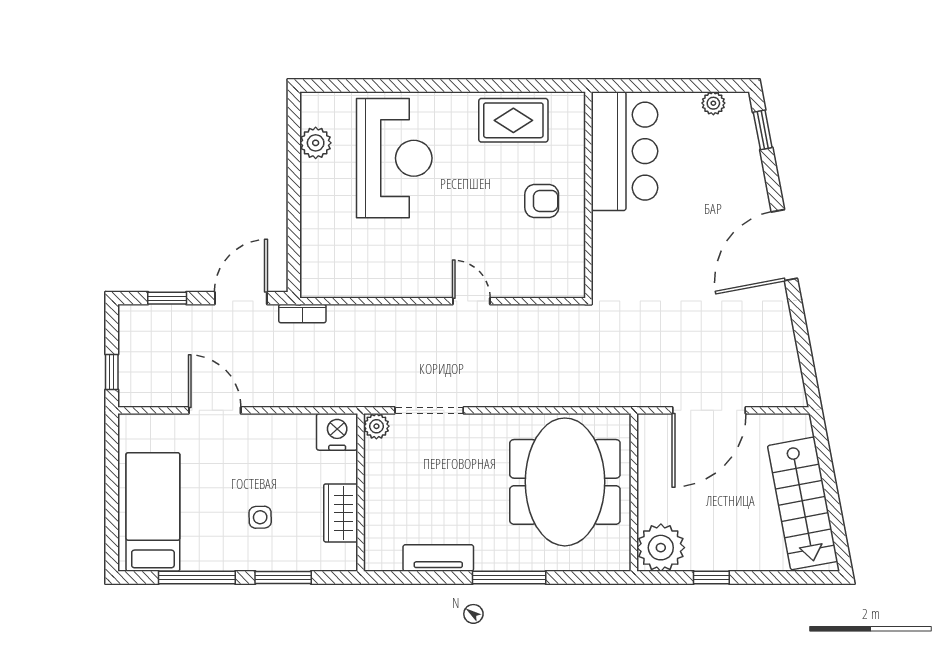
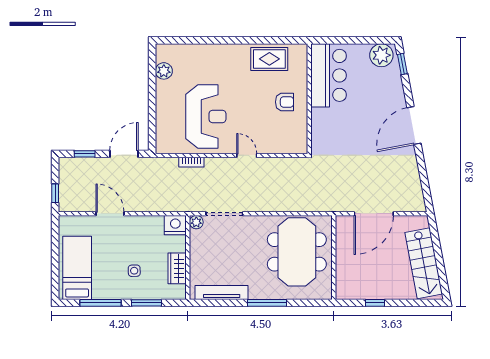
plant: (713, 103) -> (381, 55), width x1.88, depth x1.88
reception desk: (394, 158) -> (206, 116), moved
bookcase: (302, 314) -> (191, 162), moved
plant: (661, 548) -> (348, 287), removed
tv unit: (438, 558) -> (222, 292), width x1.41

